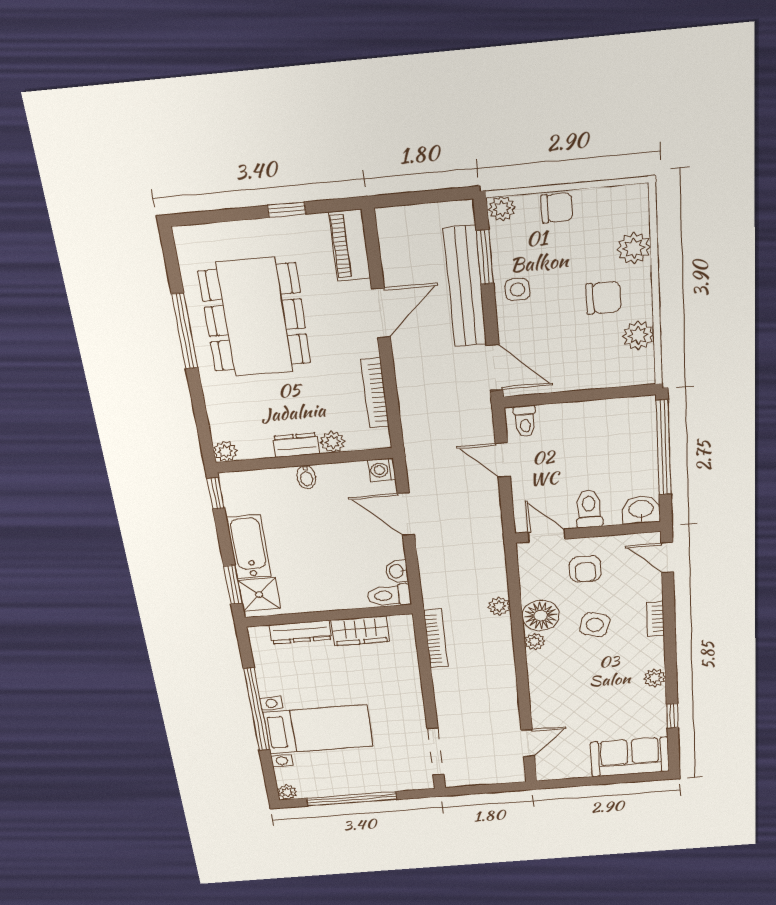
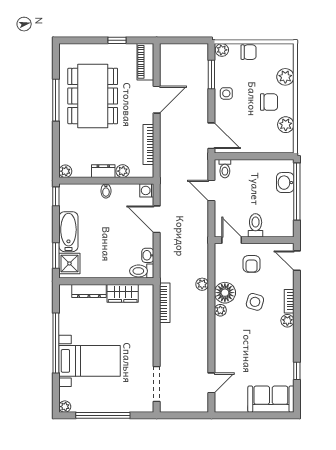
bench: (465, 287) -> (200, 89), removed
washbasin: (641, 510) -> (285, 183), moved, turned -90
plant: (655, 678) -> (287, 321), moved

